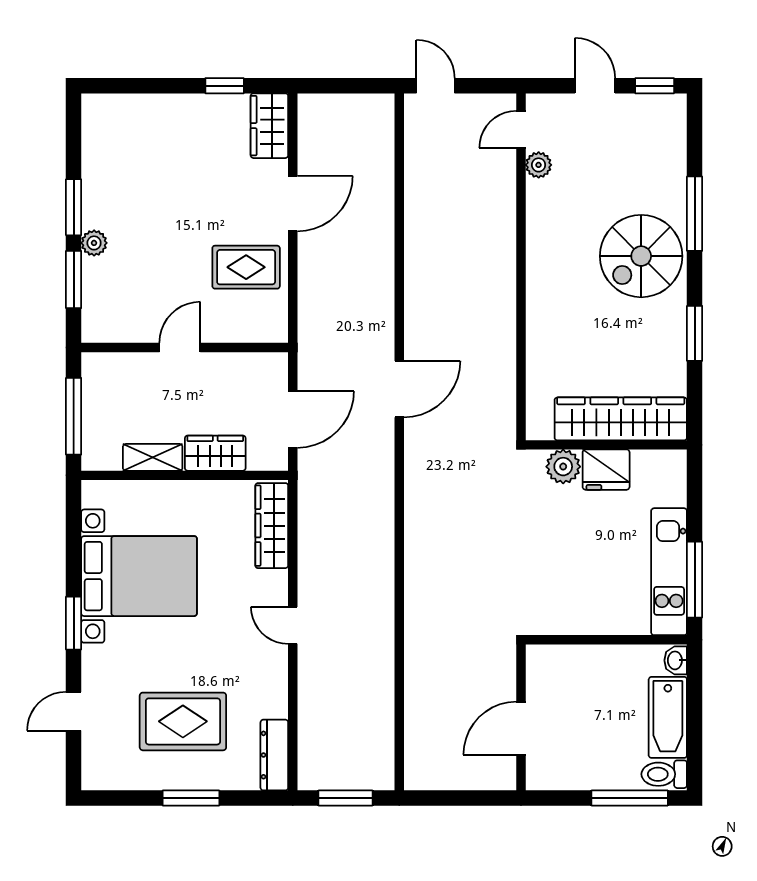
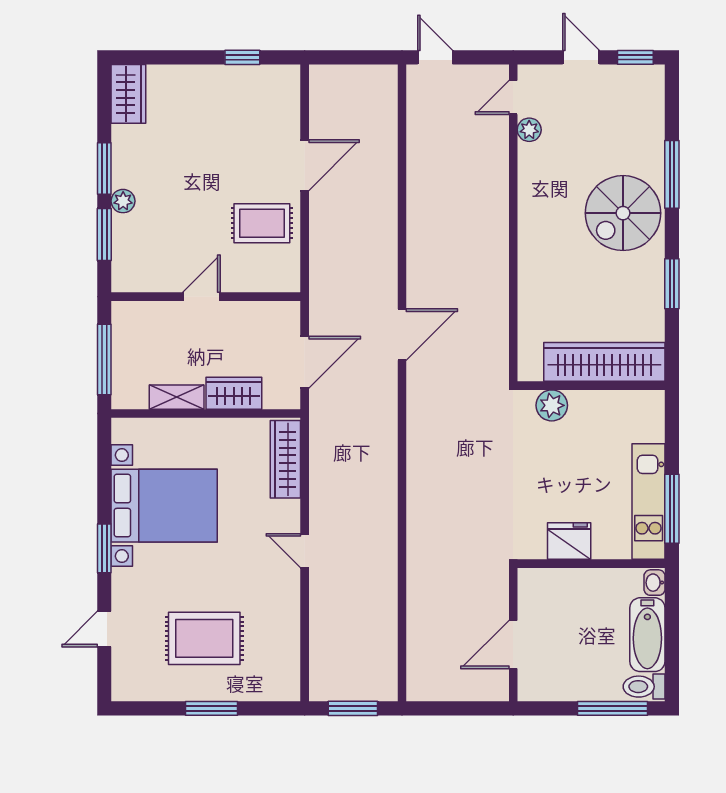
wardrobe: (269, 126) -> (128, 94), moved, turned 180
fridge: (606, 470) -> (569, 541), moved, turned 180
dresser: (274, 755) -> (288, 669), removed

